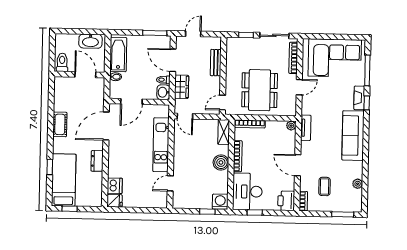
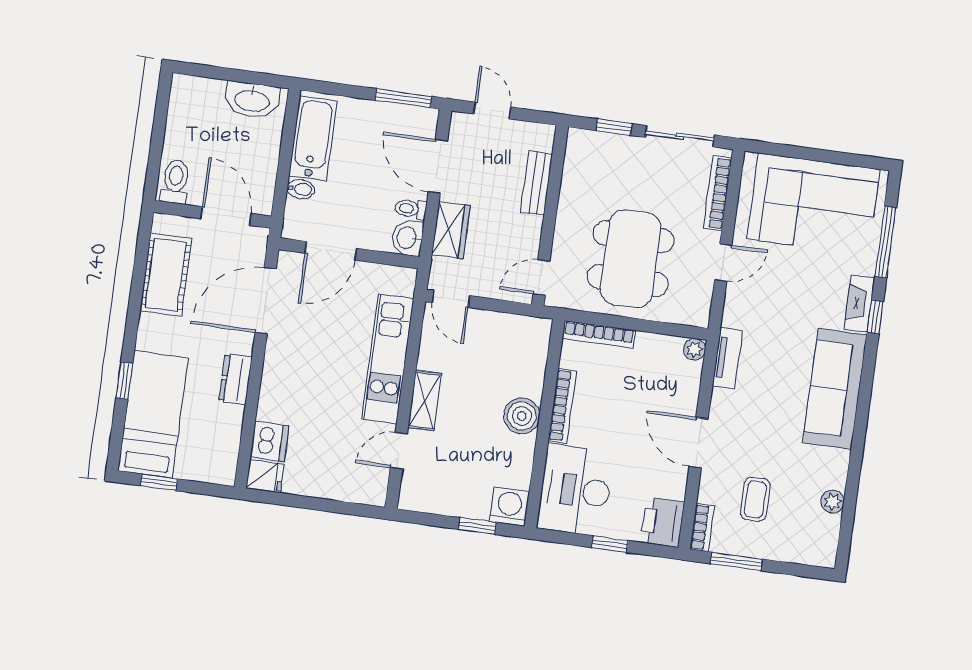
door: (193, 34) -> (492, 110), hinge flipped
toilet: (62, 62) -> (175, 182), moved
wall: (79, 75) -> (212, 214), moved
door: (85, 75) -> (226, 216), moved
cot: (60, 124) -> (166, 275), width x1.37, depth x1.34
shelving: (224, 132) -> (425, 401), moved
window: (255, 213) -> (610, 544), moved
window: (343, 214) -> (736, 561), moved

